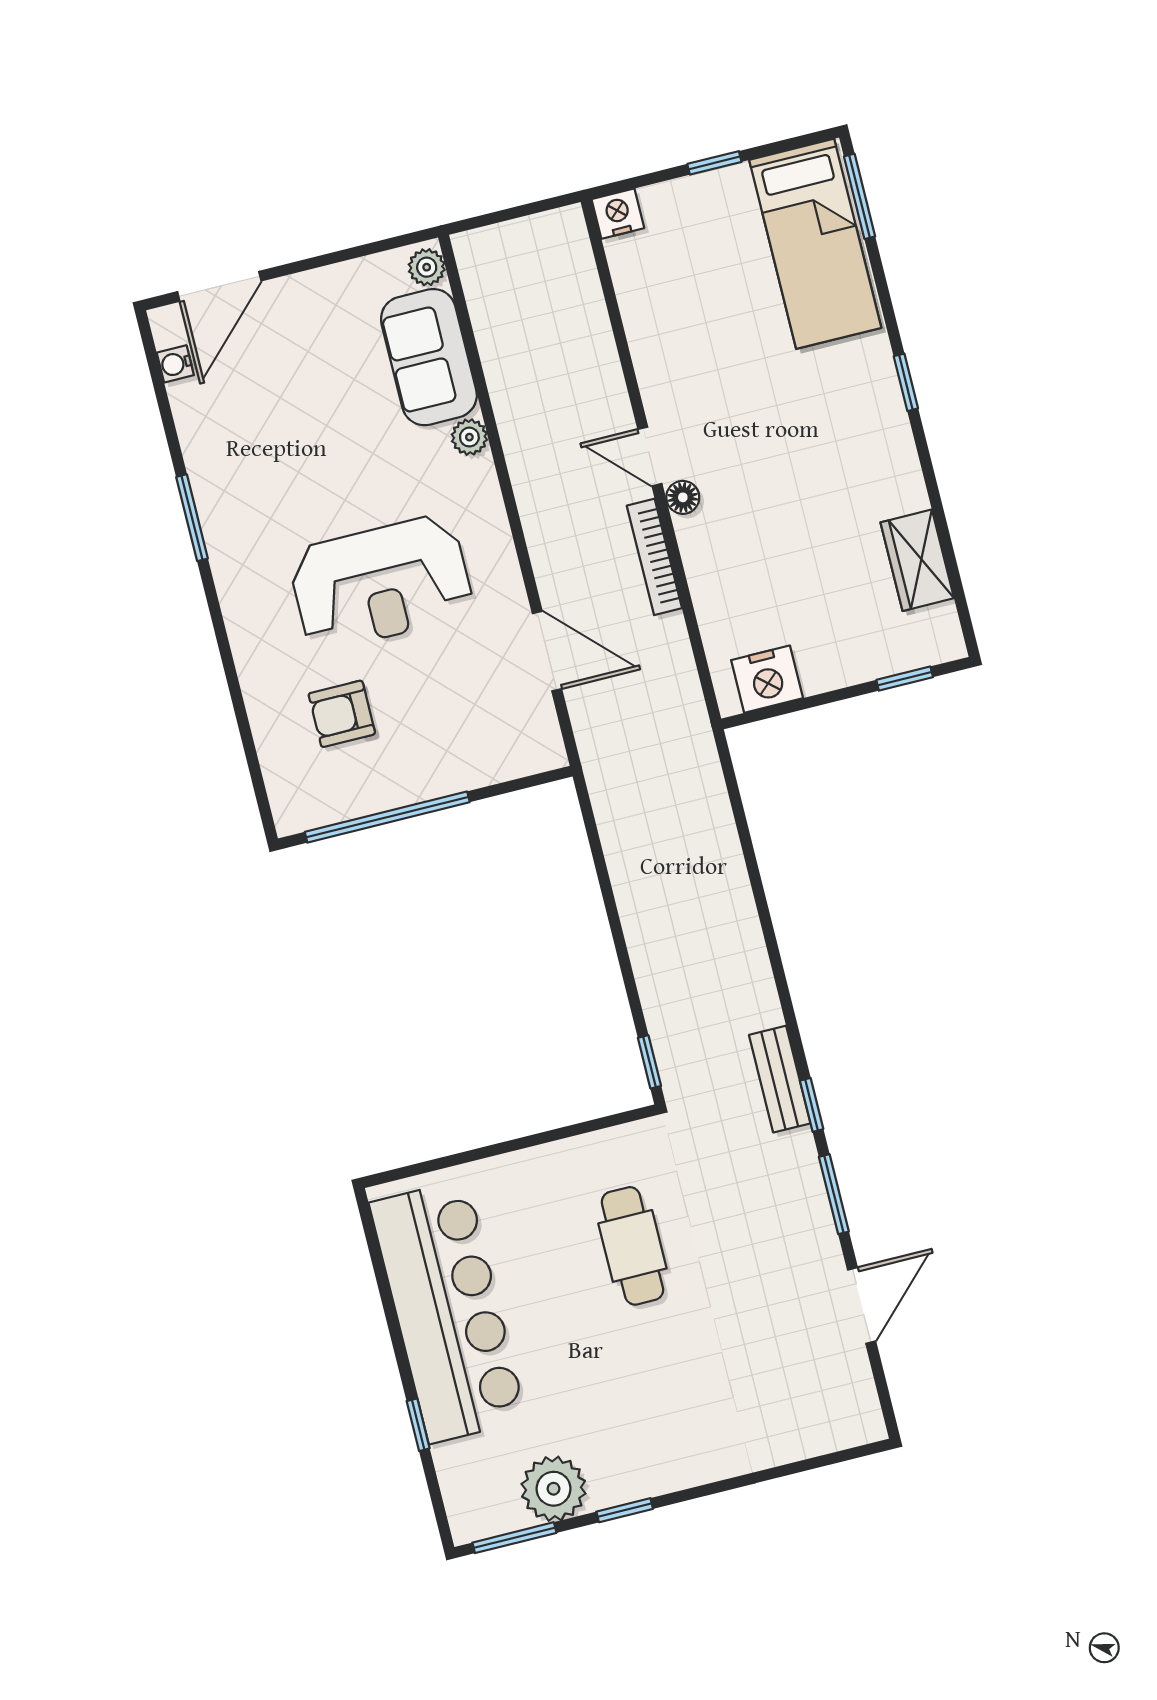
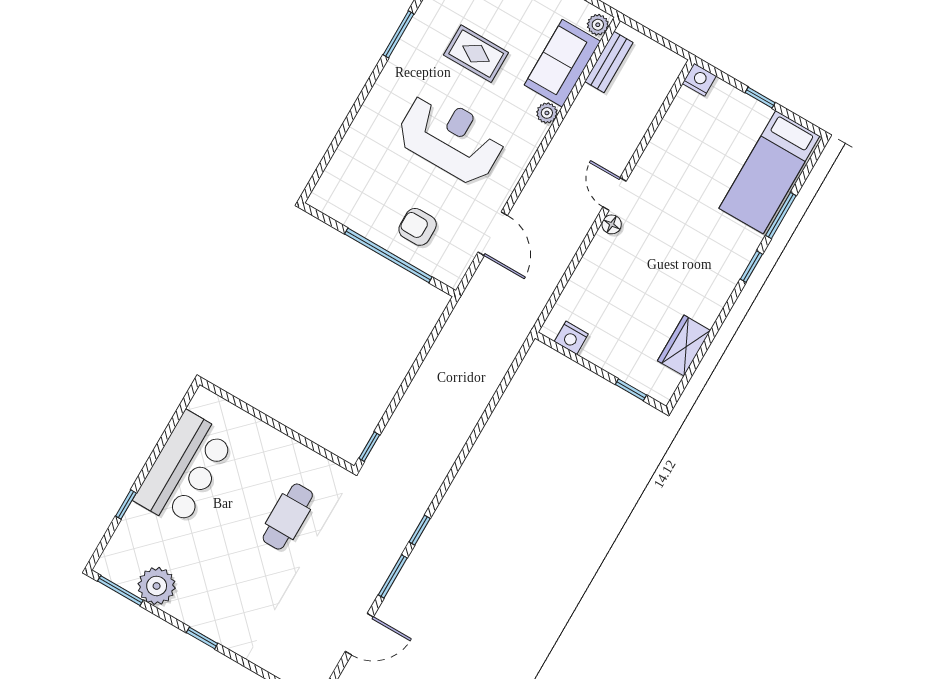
window: (860, 196) -> (781, 216), moved
rug: (311, 449) -> (476, 54), added
bookcase: (654, 557) -> (576, 238), removed
reception desk: (381, 583) -> (451, 138), turned 180
nightstand: (767, 679) -> (571, 338), width x0.74, depth x0.75
armchair: (342, 714) -> (418, 227), moved
window: (387, 817) -> (388, 255), moved
bench: (780, 1079) -> (609, 62), moved
bar counter: (448, 1311) -> (184, 469), width x0.73
window: (625, 1510) -> (202, 638), moved

